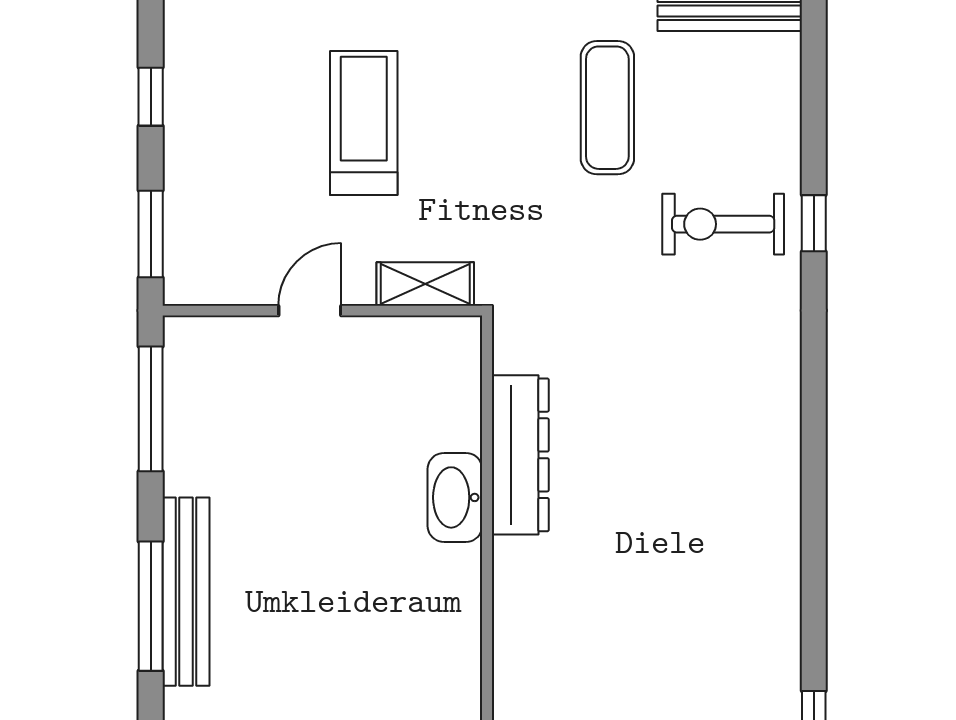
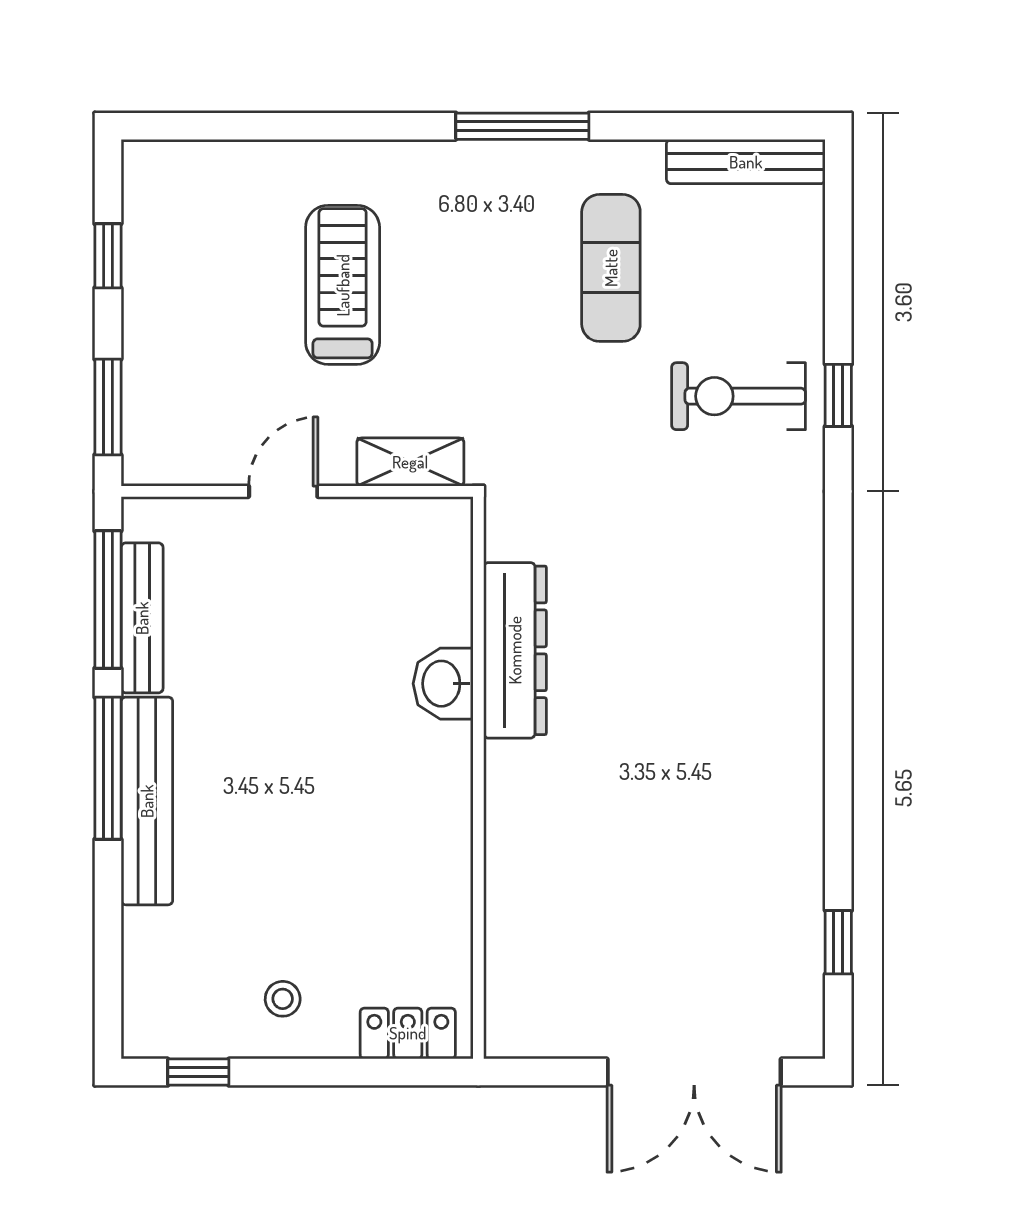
bench: (182, 425) -> (142, 618), added
washbasin: (455, 497) -> (443, 684), width x0.72
window: (151, 606) -> (108, 768), moved

